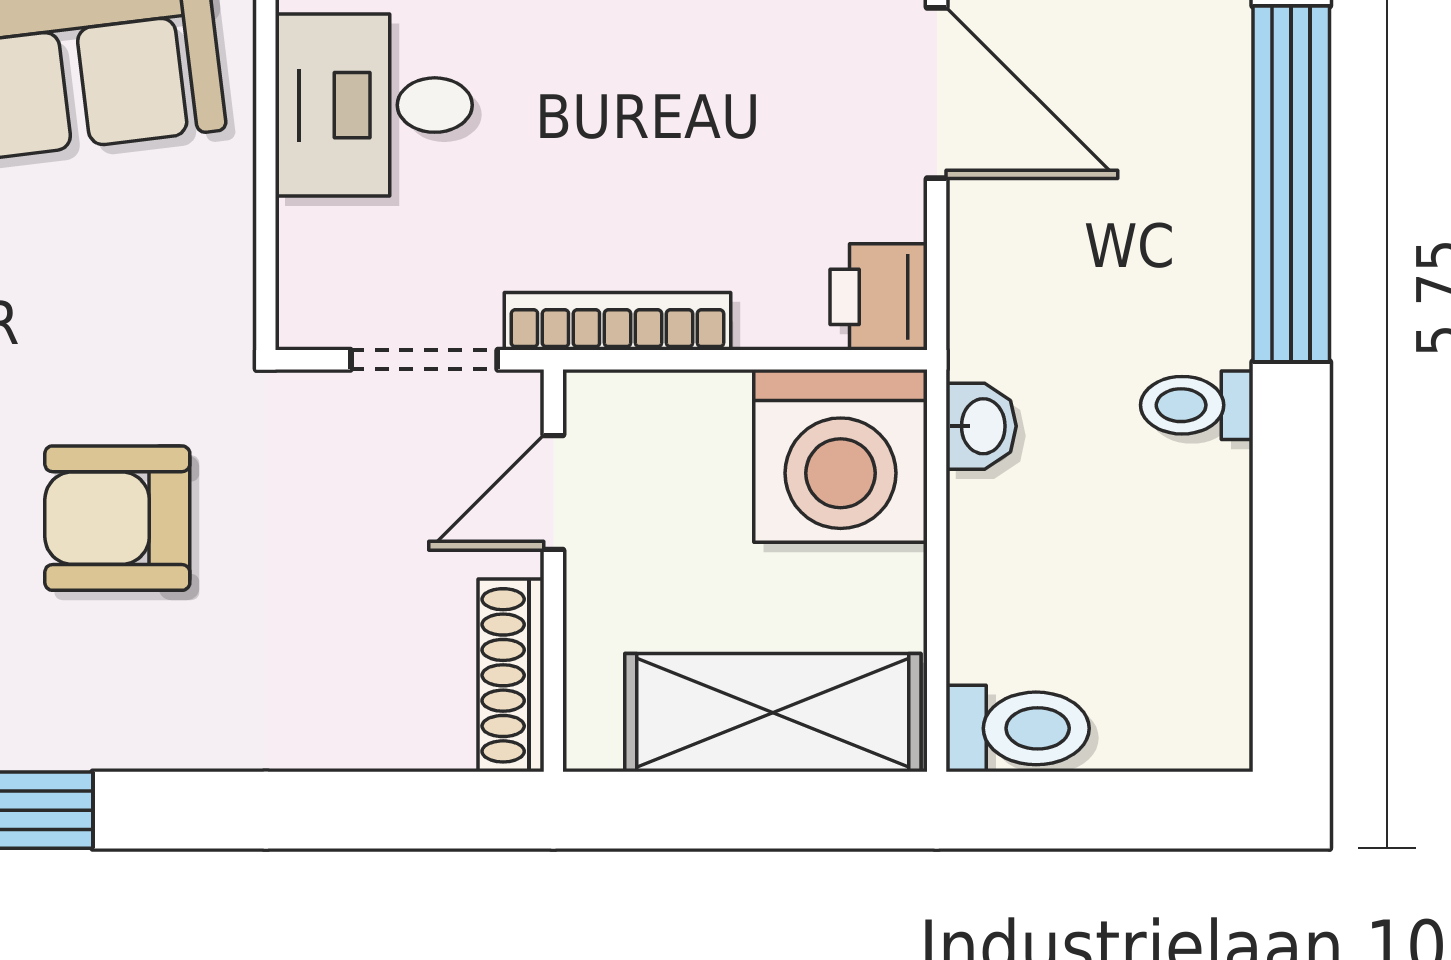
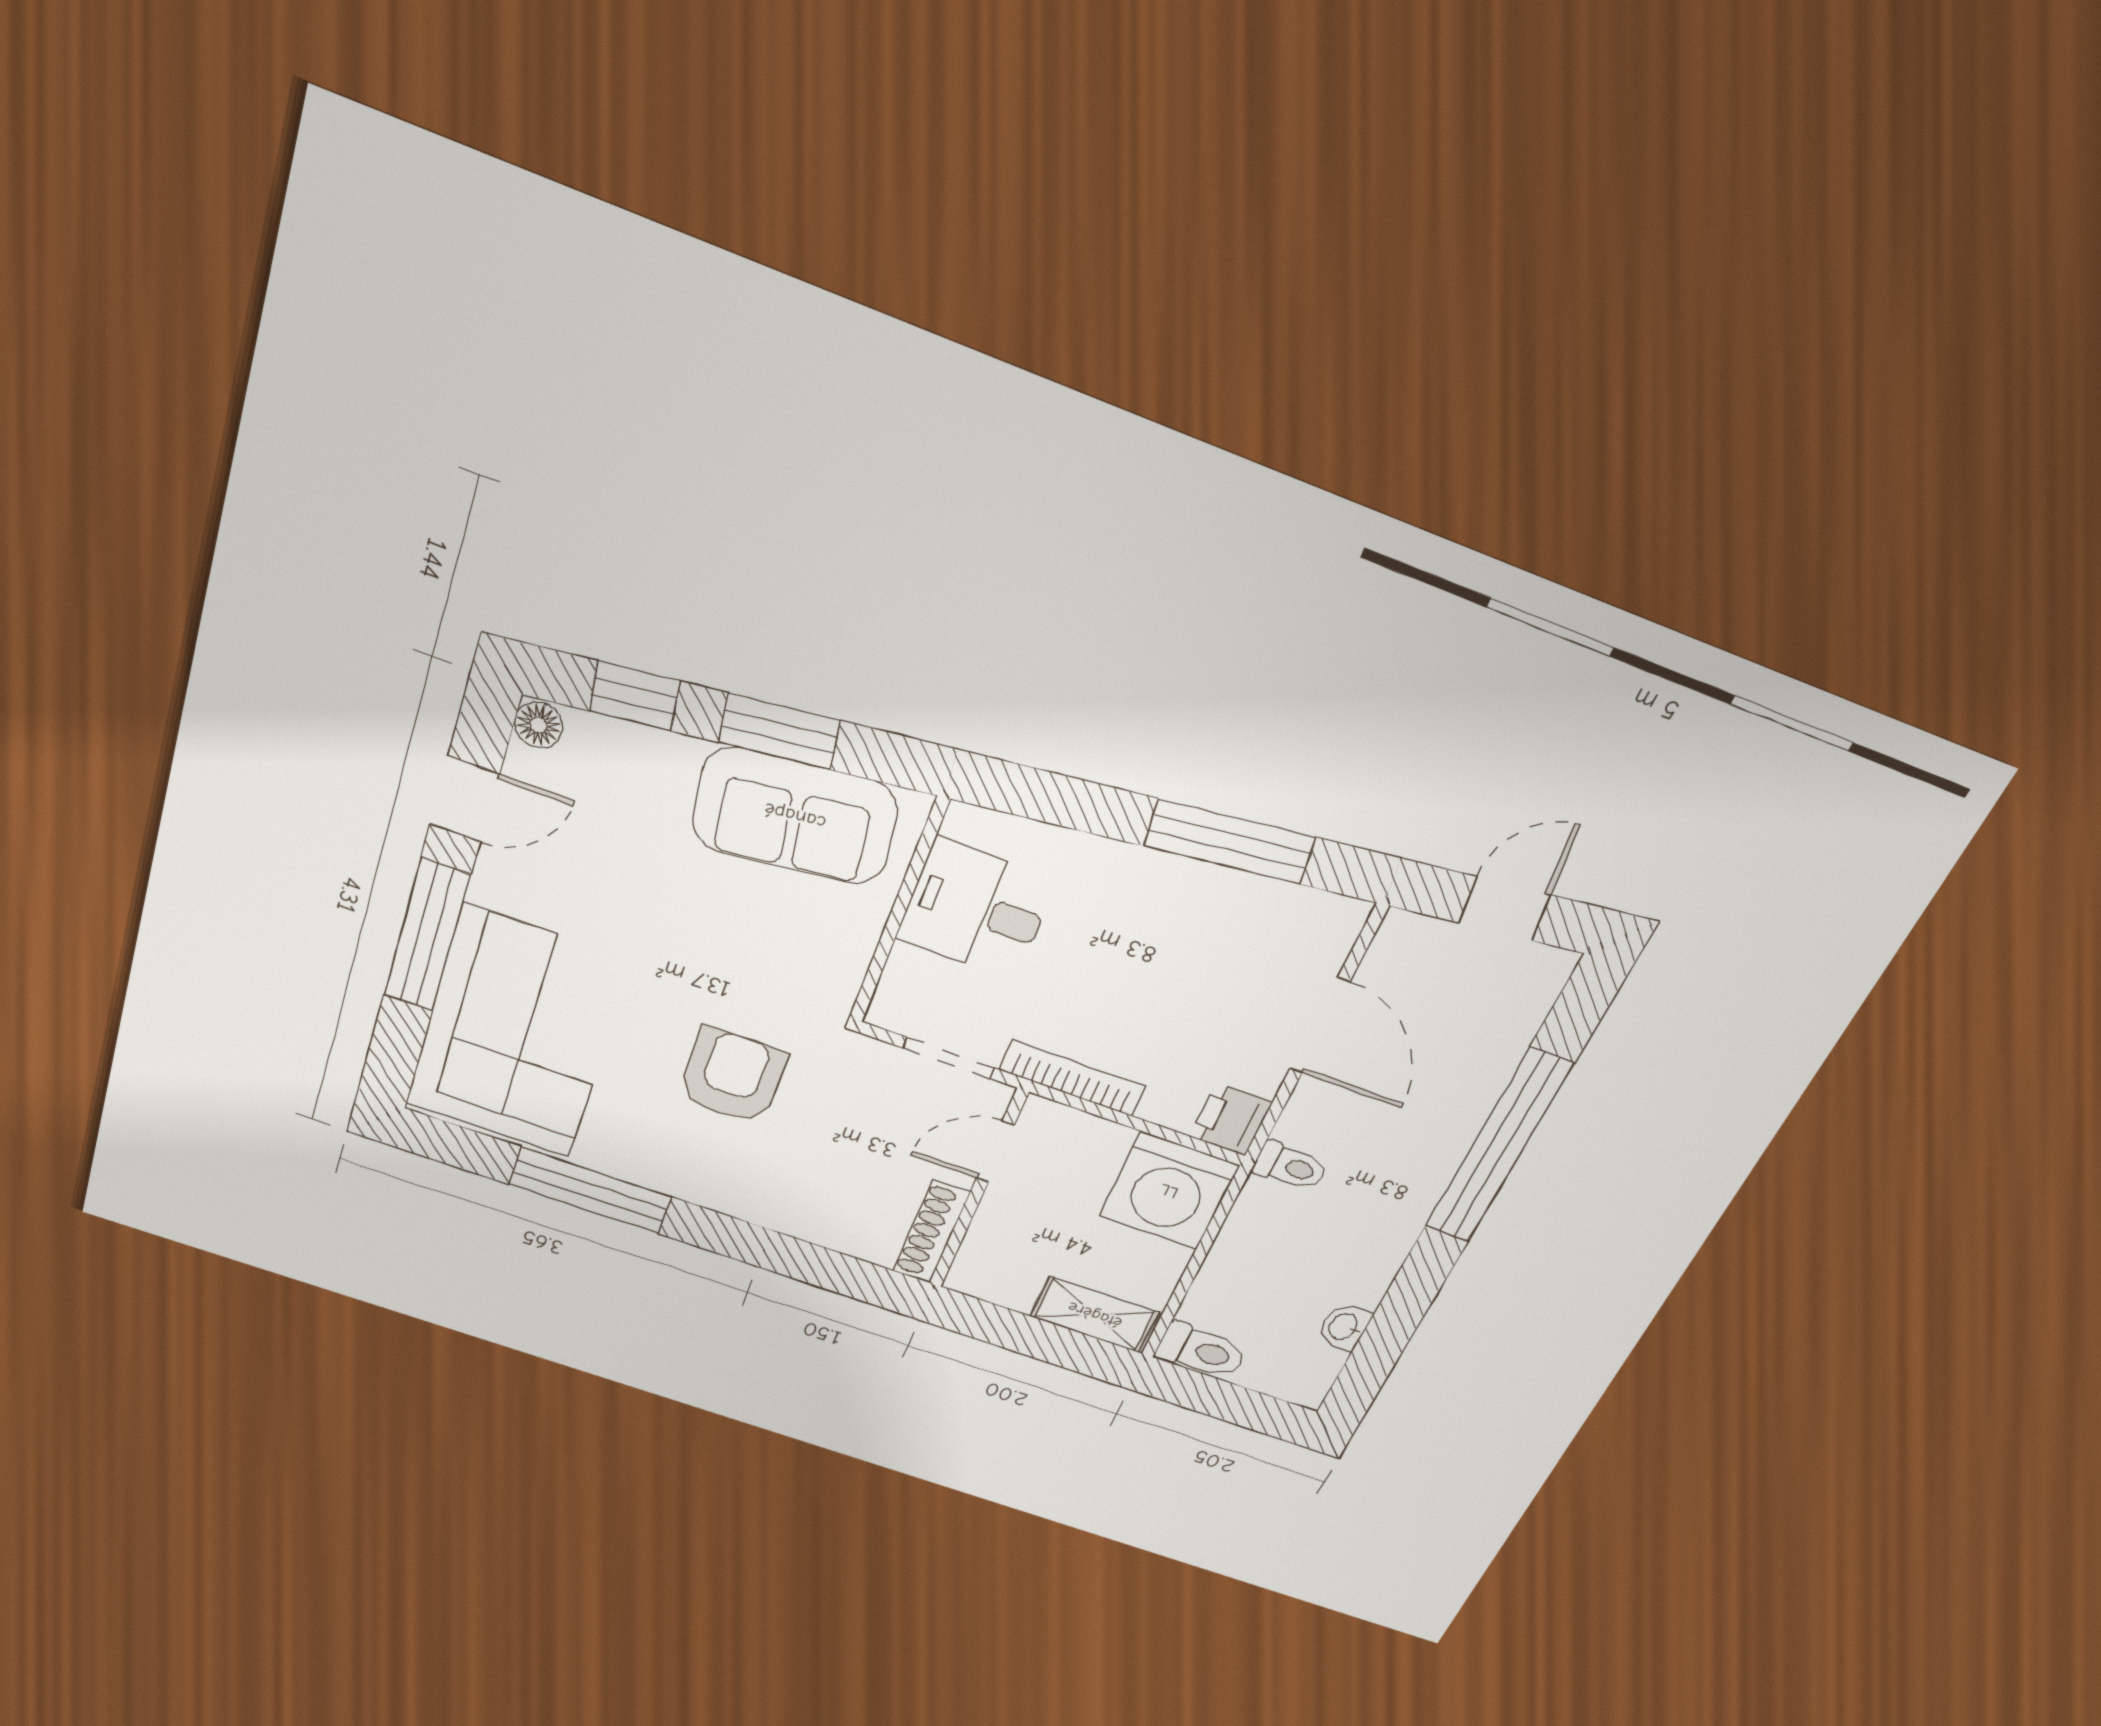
toilet: (1197, 405) -> (1290, 1166), moved, turned 180
washbasin: (981, 426) -> (1344, 1327), moved, turned 180
armchair: (117, 518) -> (732, 1076), turned 90
shelving: (773, 713) -> (1095, 1315), width x0.67, depth x0.75

